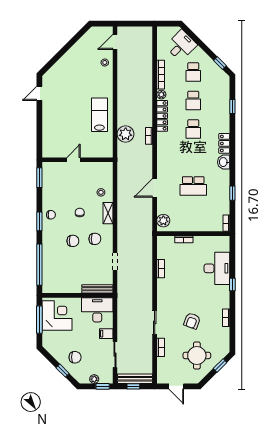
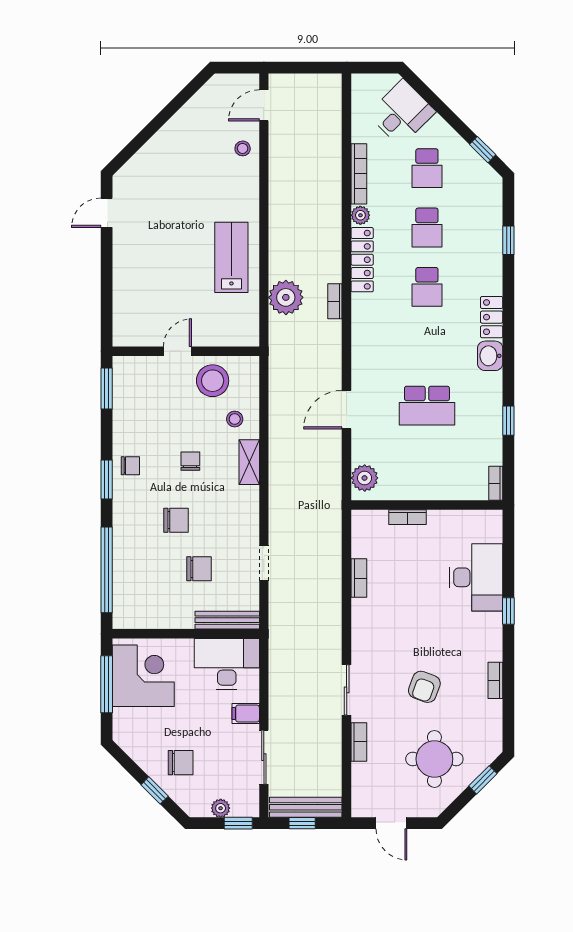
stool: (90, 174) -> (213, 381), added
chair: (95, 239) -> (199, 569), moved

